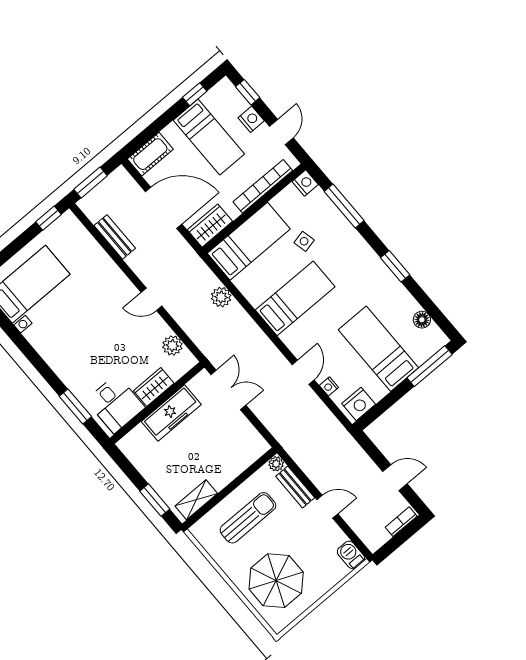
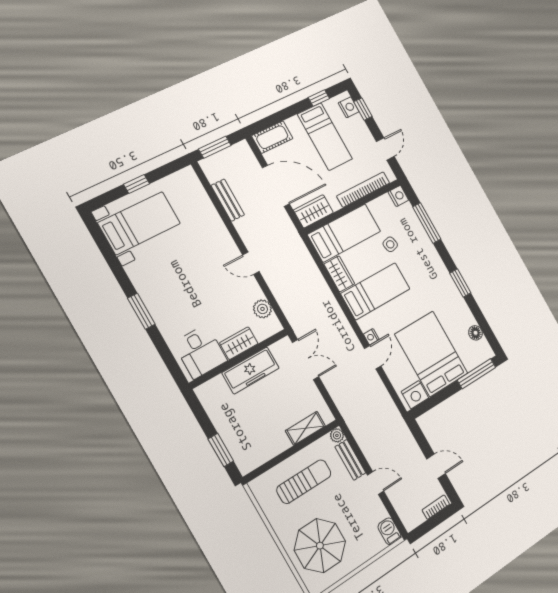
nightstand: (251, 119) -> (349, 107), moved
window: (48, 218) -> (137, 184), moved
wardrobe: (251, 288) -> (339, 274), added
plant: (221, 297) -> (313, 275), removed
bed: (378, 349) -> (431, 354), width x1.50
nightstand: (329, 386) -> (371, 337), moved
window: (75, 406) -> (141, 311), moved
shelving: (196, 500) -> (305, 428), moved

